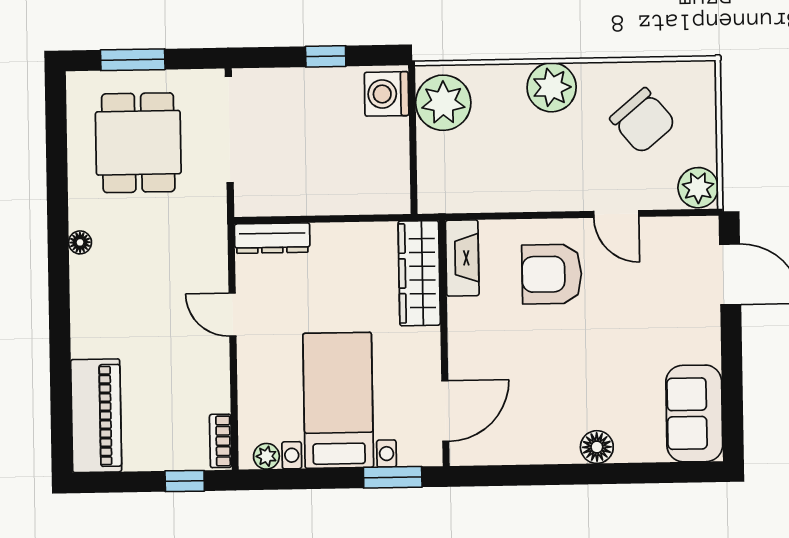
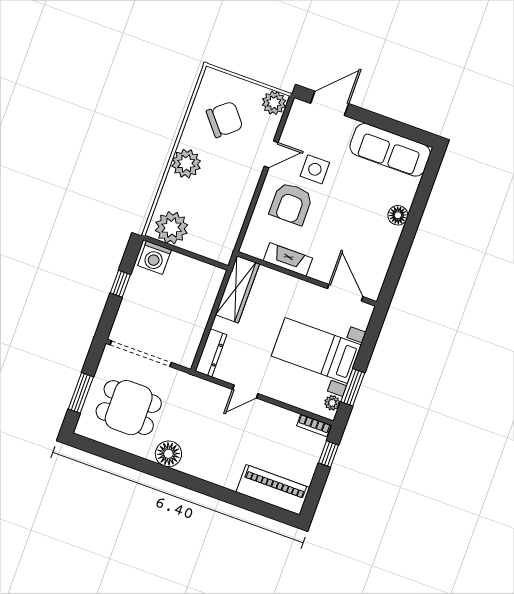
floor lamp: (80, 242) -> (168, 454), width x1.89, depth x1.89
fireplace: (462, 258) -> (288, 259), moved
wardrobe: (419, 273) -> (237, 289), moved, turned -90
side table: (619, 291) -> (315, 169), added
sofa: (694, 413) -> (390, 150), width x1.36
window: (393, 477) -> (353, 387), moved

